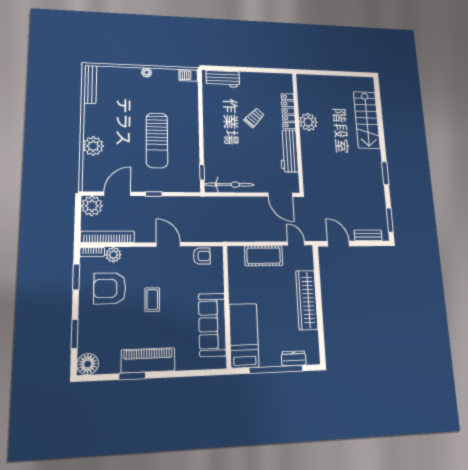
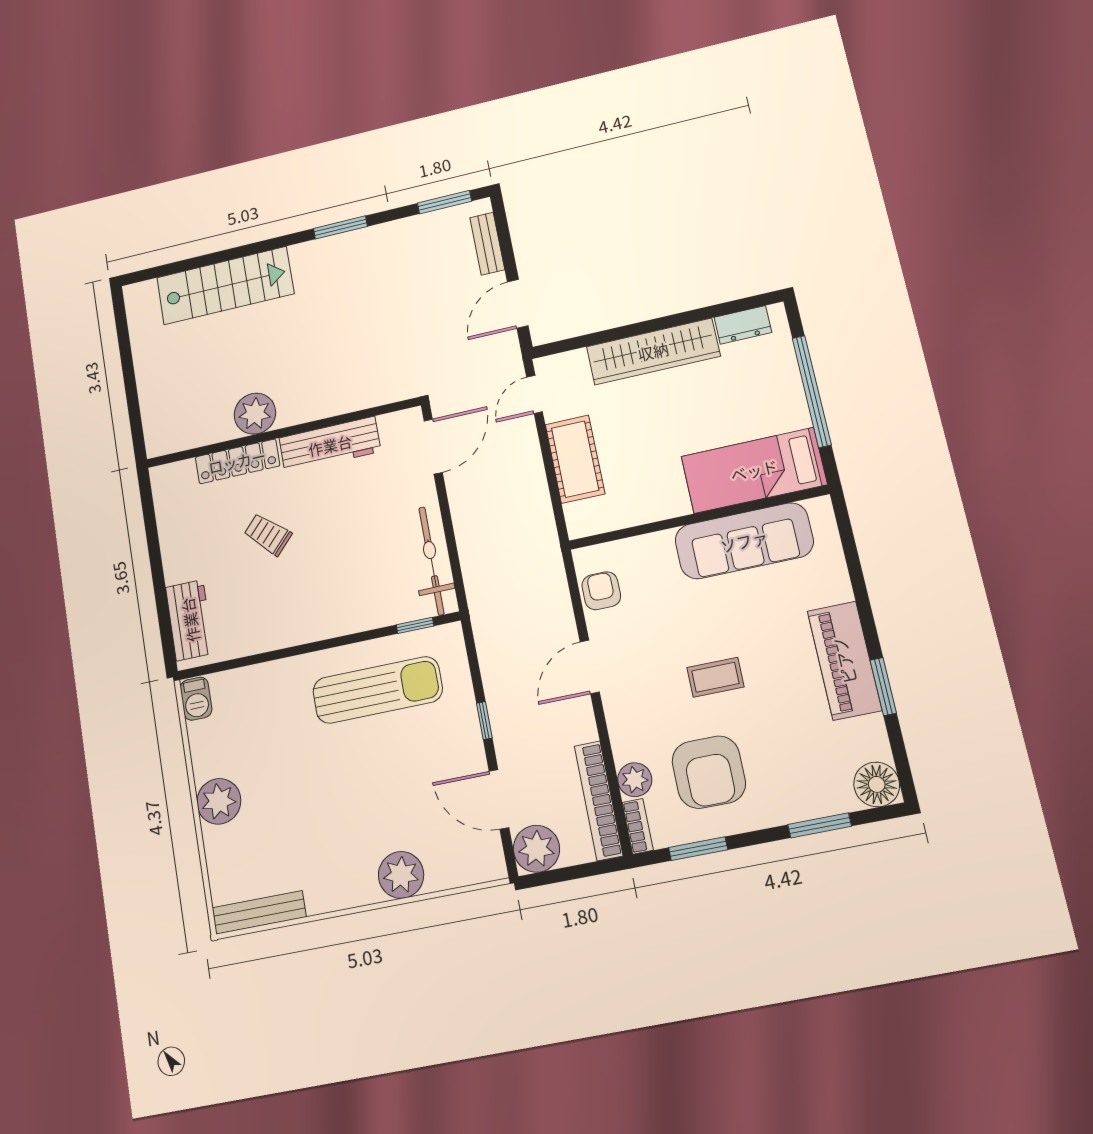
plant: (147, 73) -> (219, 801), width x1.88, depth x1.88
sun lounger: (157, 140) -> (377, 690), moved
dresser: (294, 358) -> (743, 325), moved, turned -90

